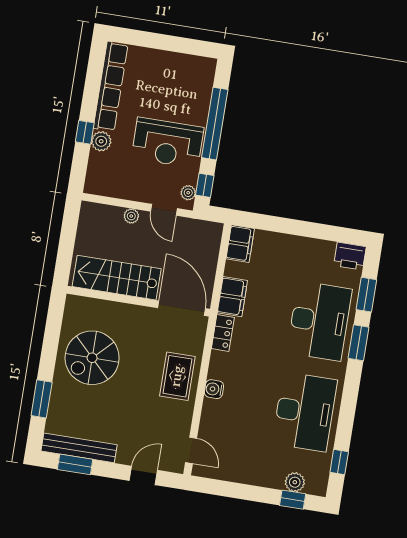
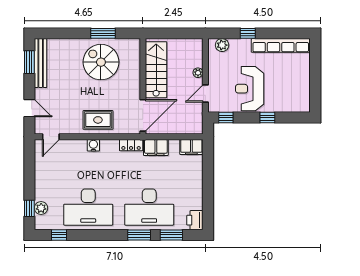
window: (215, 124) -> (267, 118), width x0.32
plant: (101, 141) -> (222, 45), moved
plant: (188, 193) -> (219, 108), removed
window: (42, 399) -> (103, 33), moved

